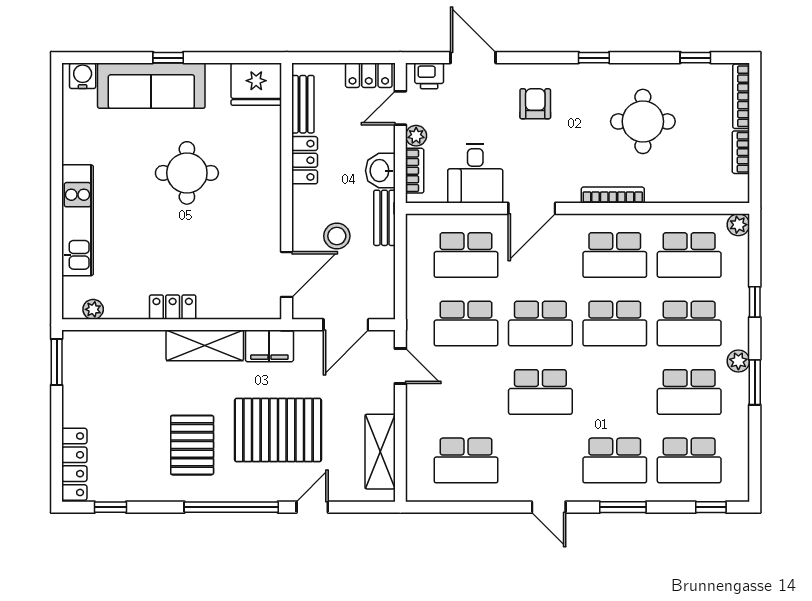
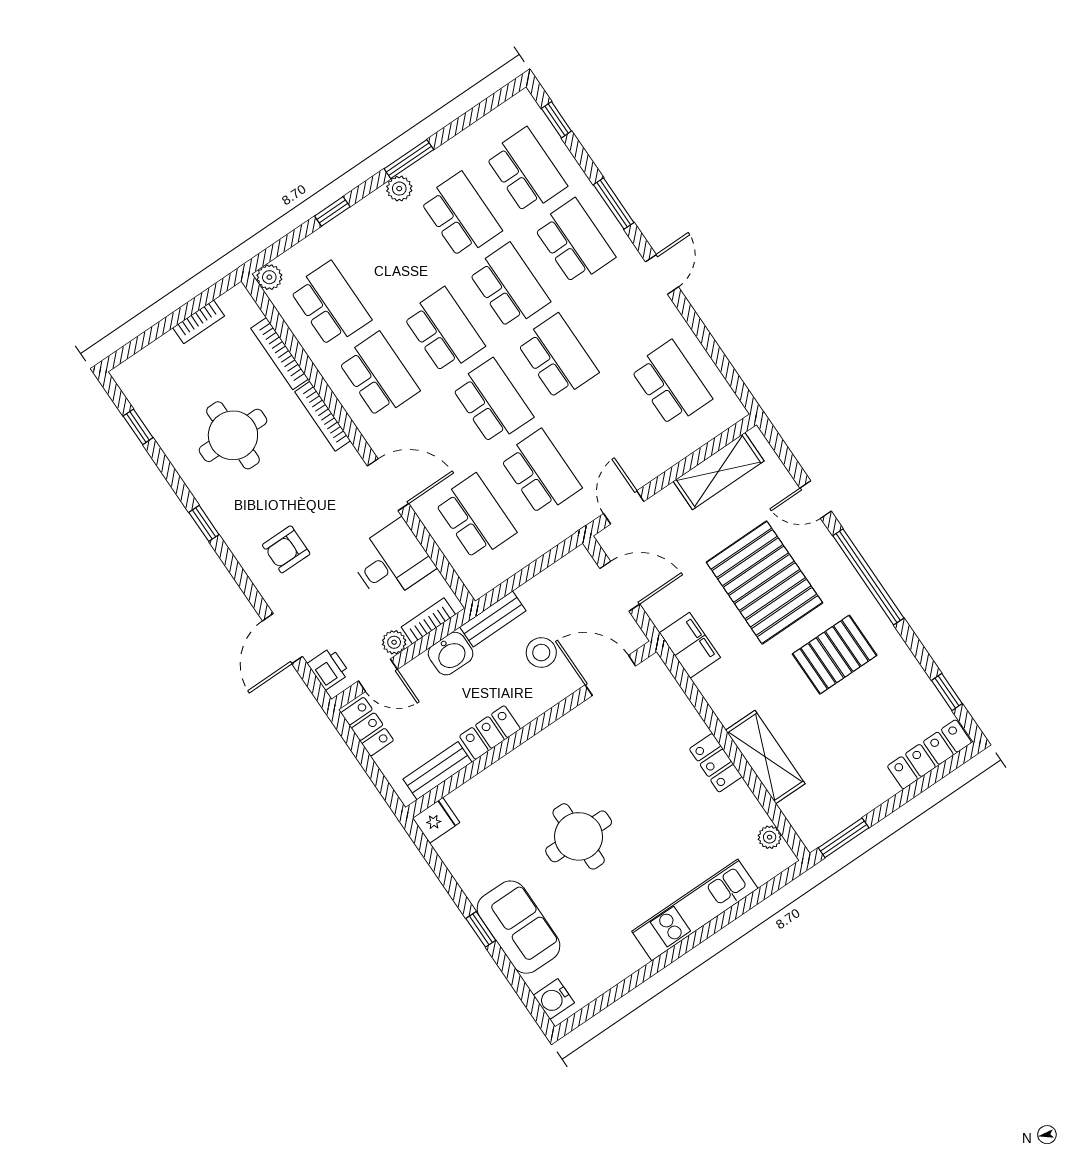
fridge: (256, 84) -> (436, 820), width x0.53, depth x0.75
sofa: (151, 86) -> (519, 927), width x0.73
bookcase: (741, 96) -> (280, 354), moved, turned 90
school desk: (689, 323) -> (509, 286), moved
shelving: (205, 345) -> (765, 757), moved

